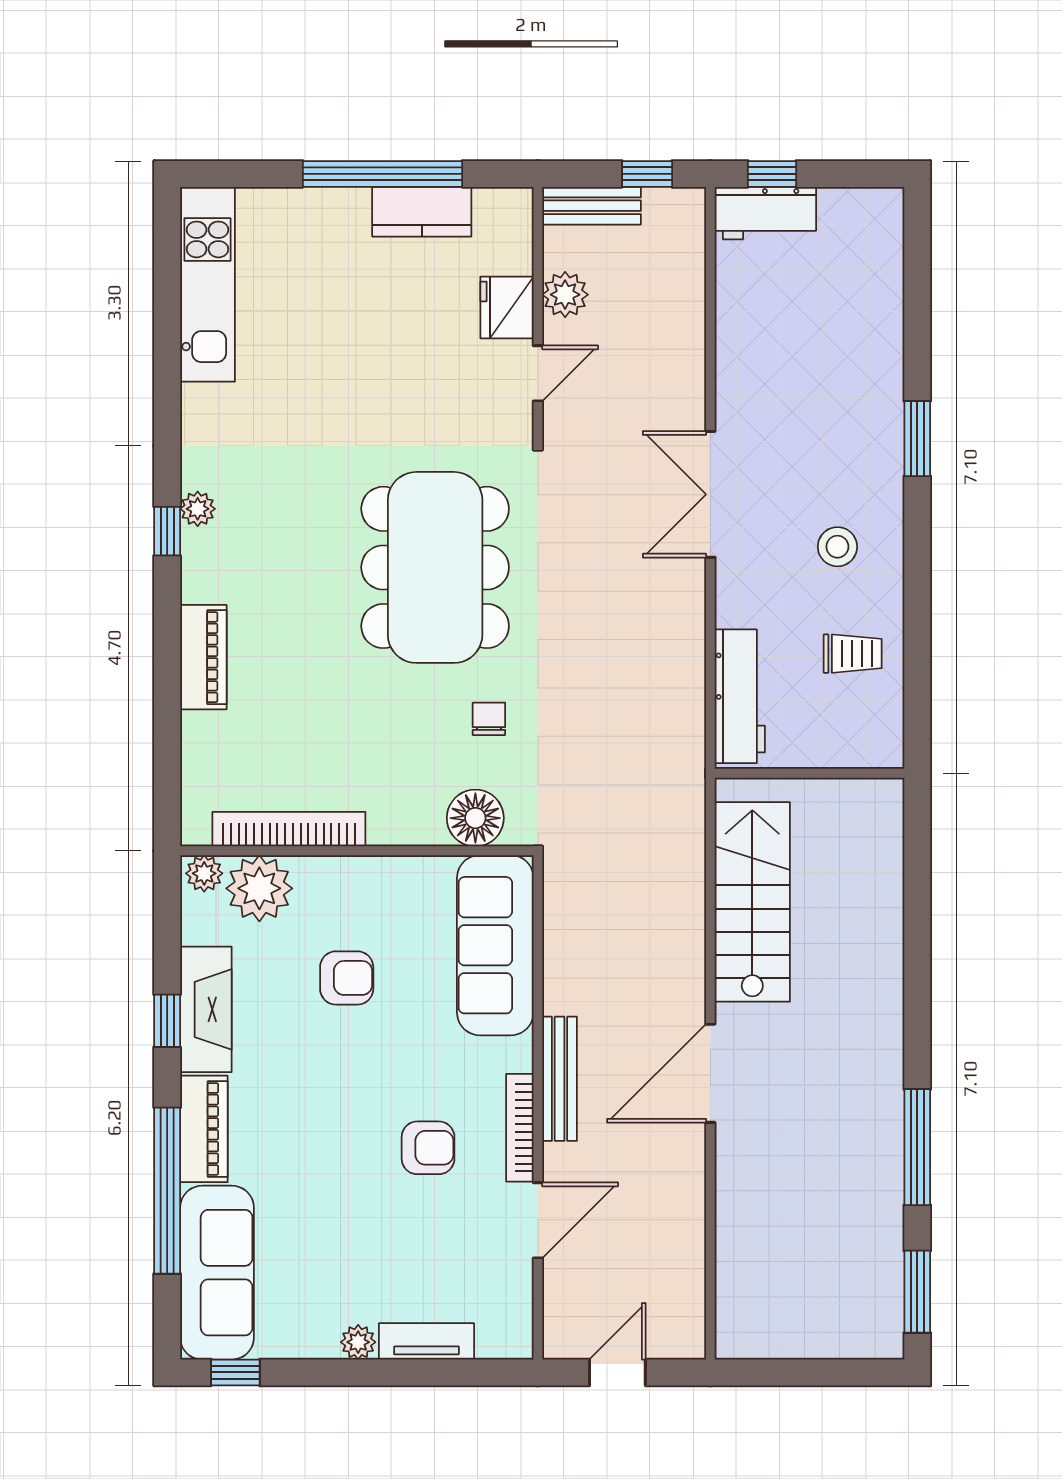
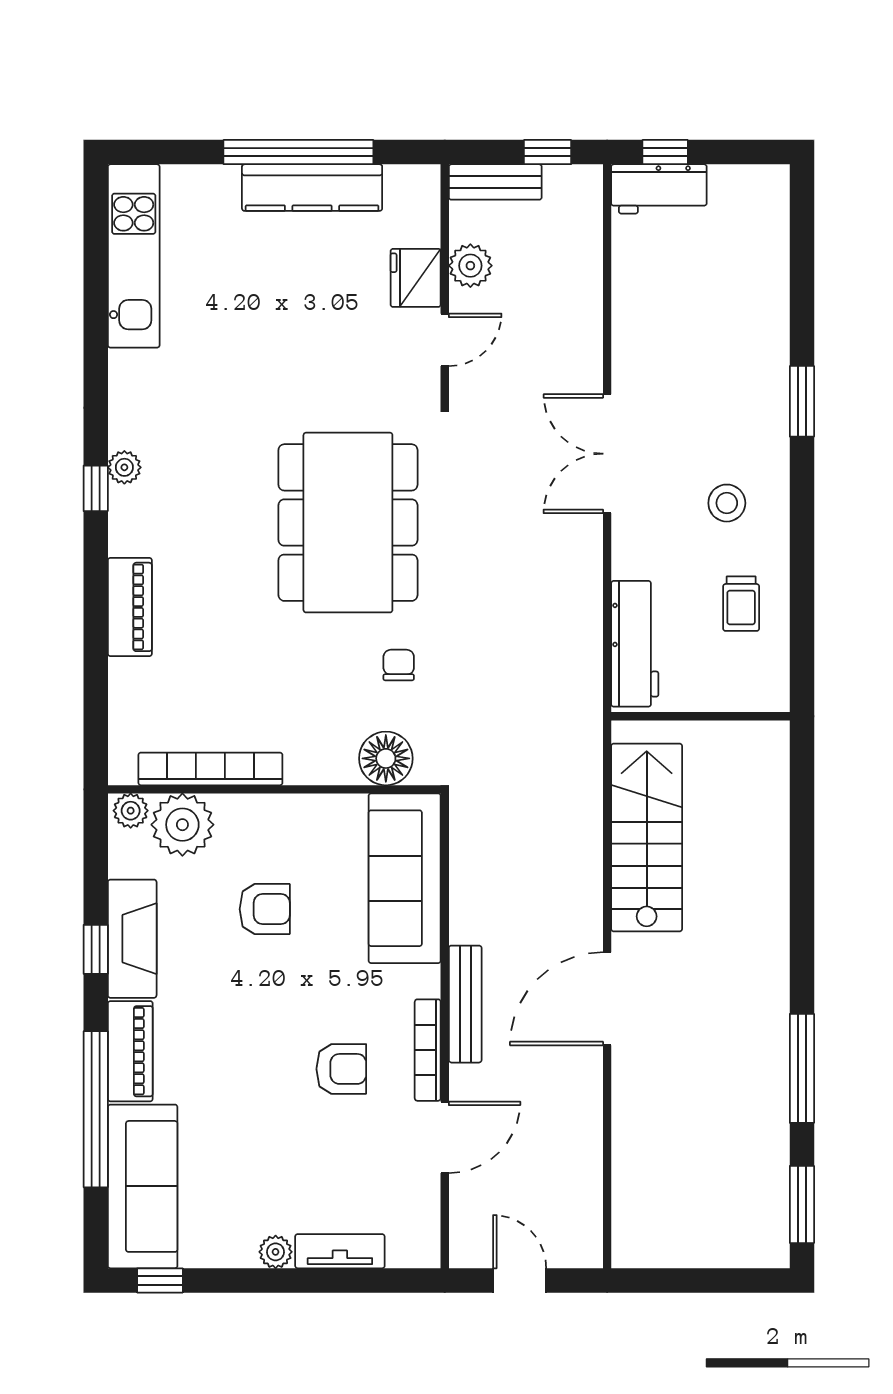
kitchen counter: (422, 212) -> (312, 188), width x1.50
trolley: (853, 654) -> (741, 604), turned 90
door: (617, 1372) -> (520, 1280), hinge flipped

